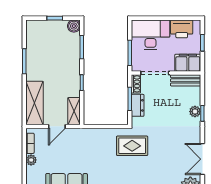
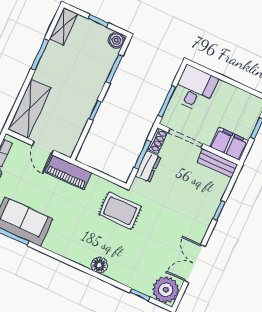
printer: (182, 29) -> (240, 101), removed
desk: (150, 35) -> (195, 89), width x0.73
shelving: (74, 111) -> (64, 26), moved
plant: (195, 112) -> (212, 204), removed
door: (57, 126) -> (43, 148), hinge flipped
piano: (83, 136) -> (68, 172), added

